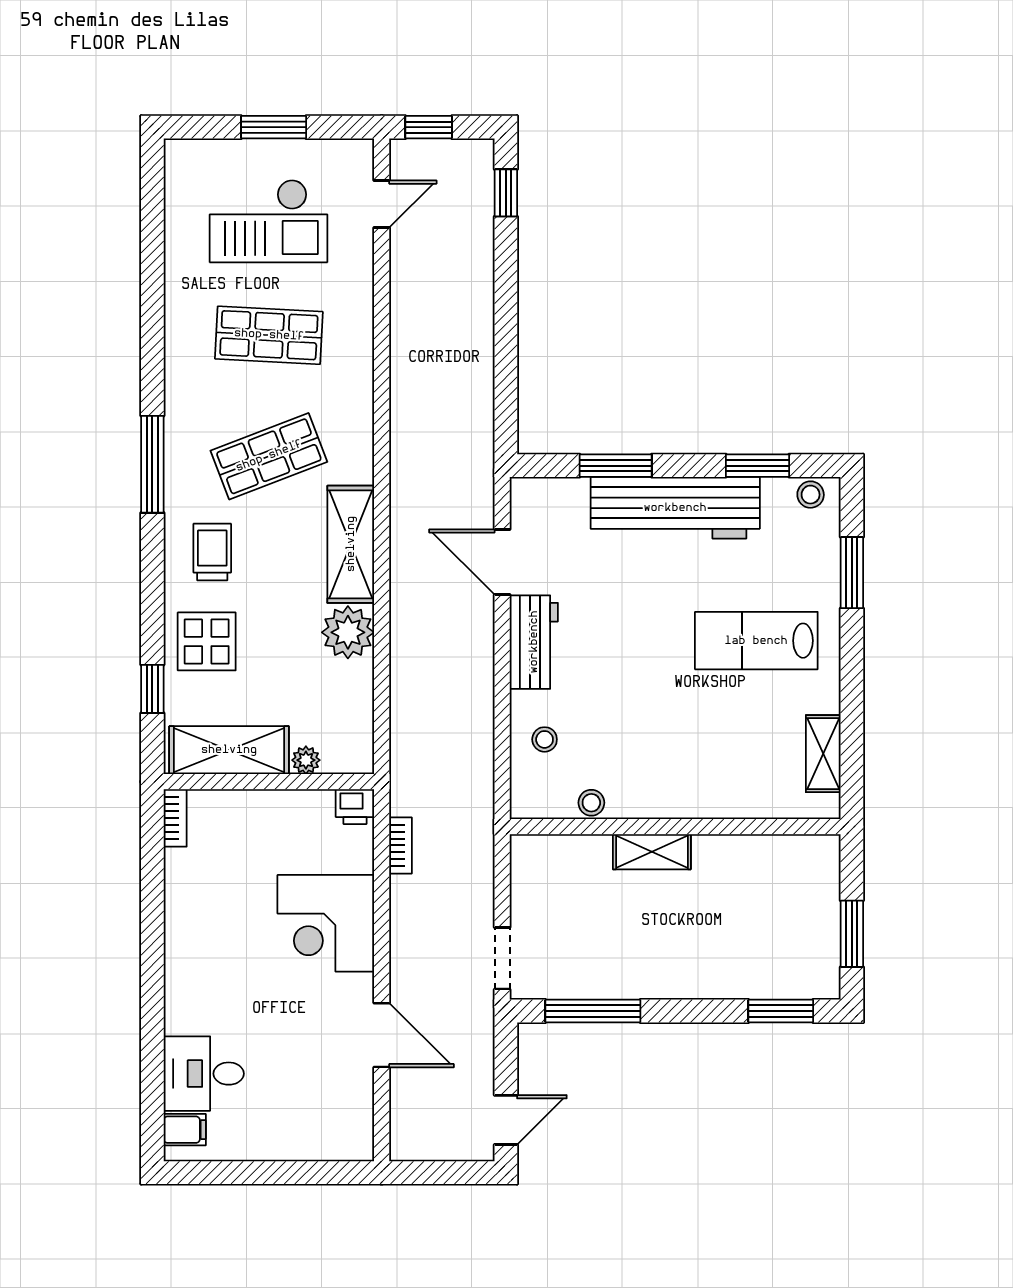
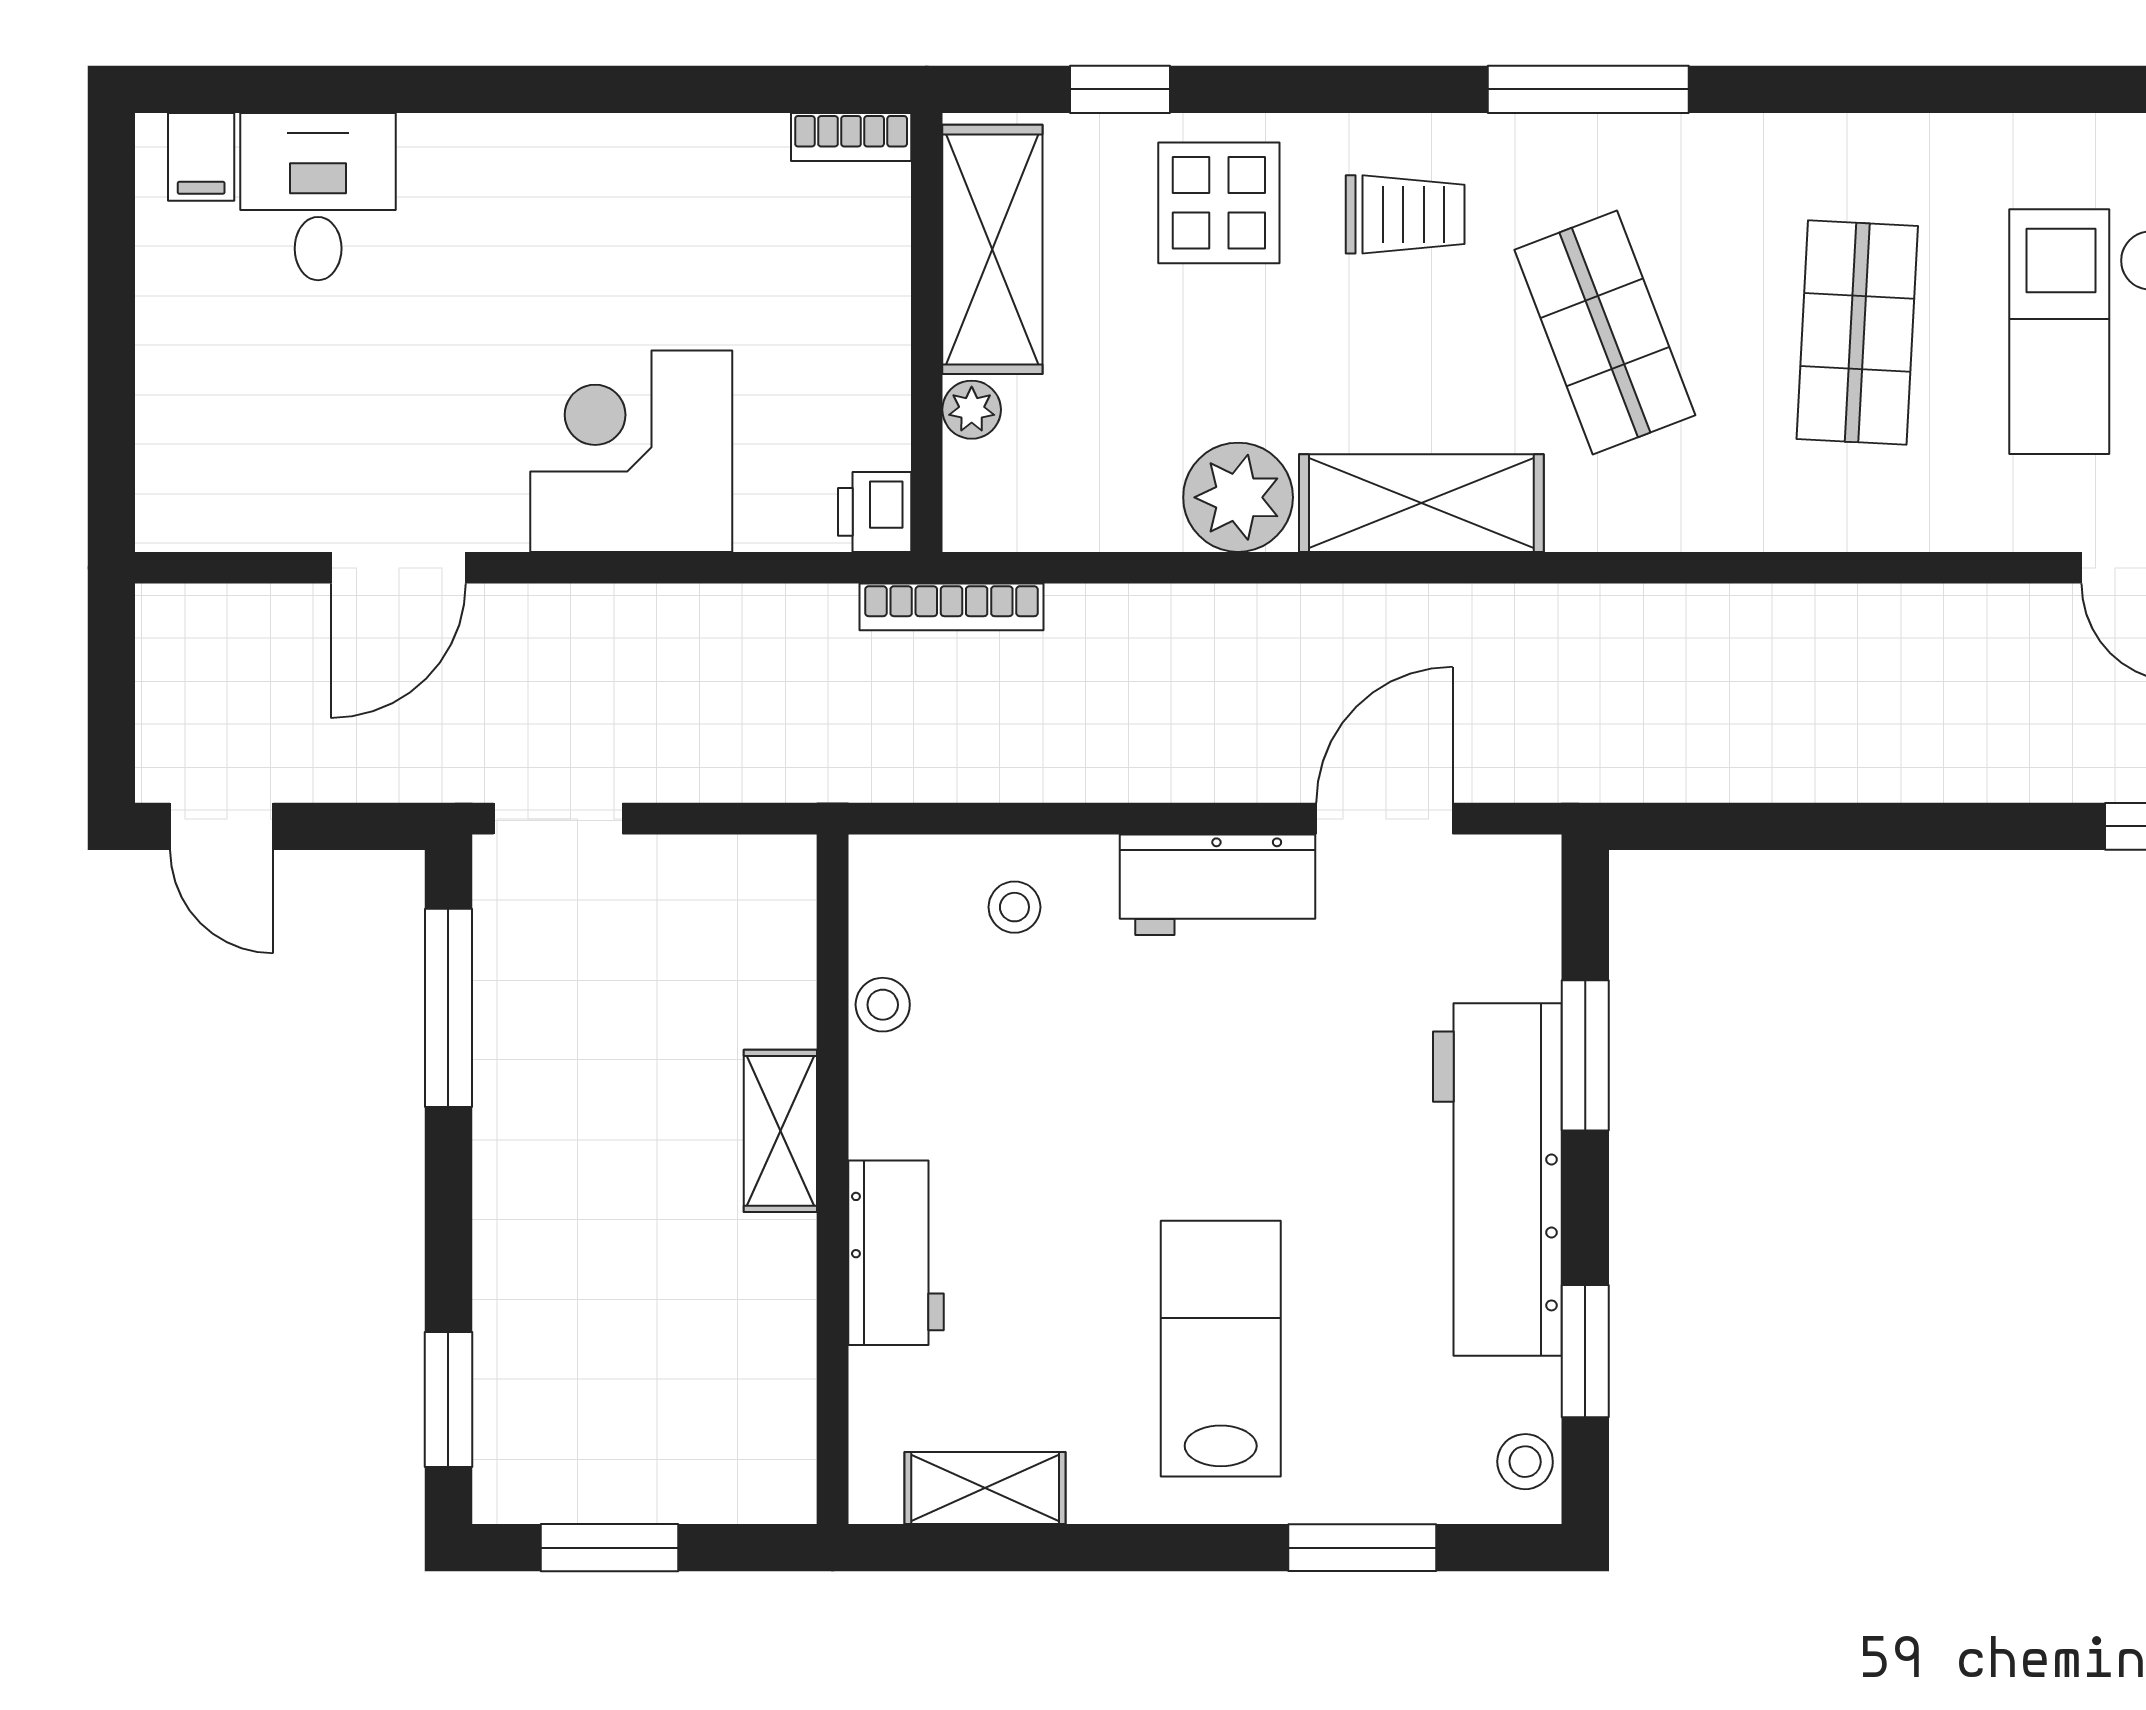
workbench: (710, 796) -> (896, 1253), added
bookcase: (401, 845) -> (951, 607), moved, width x1.56

